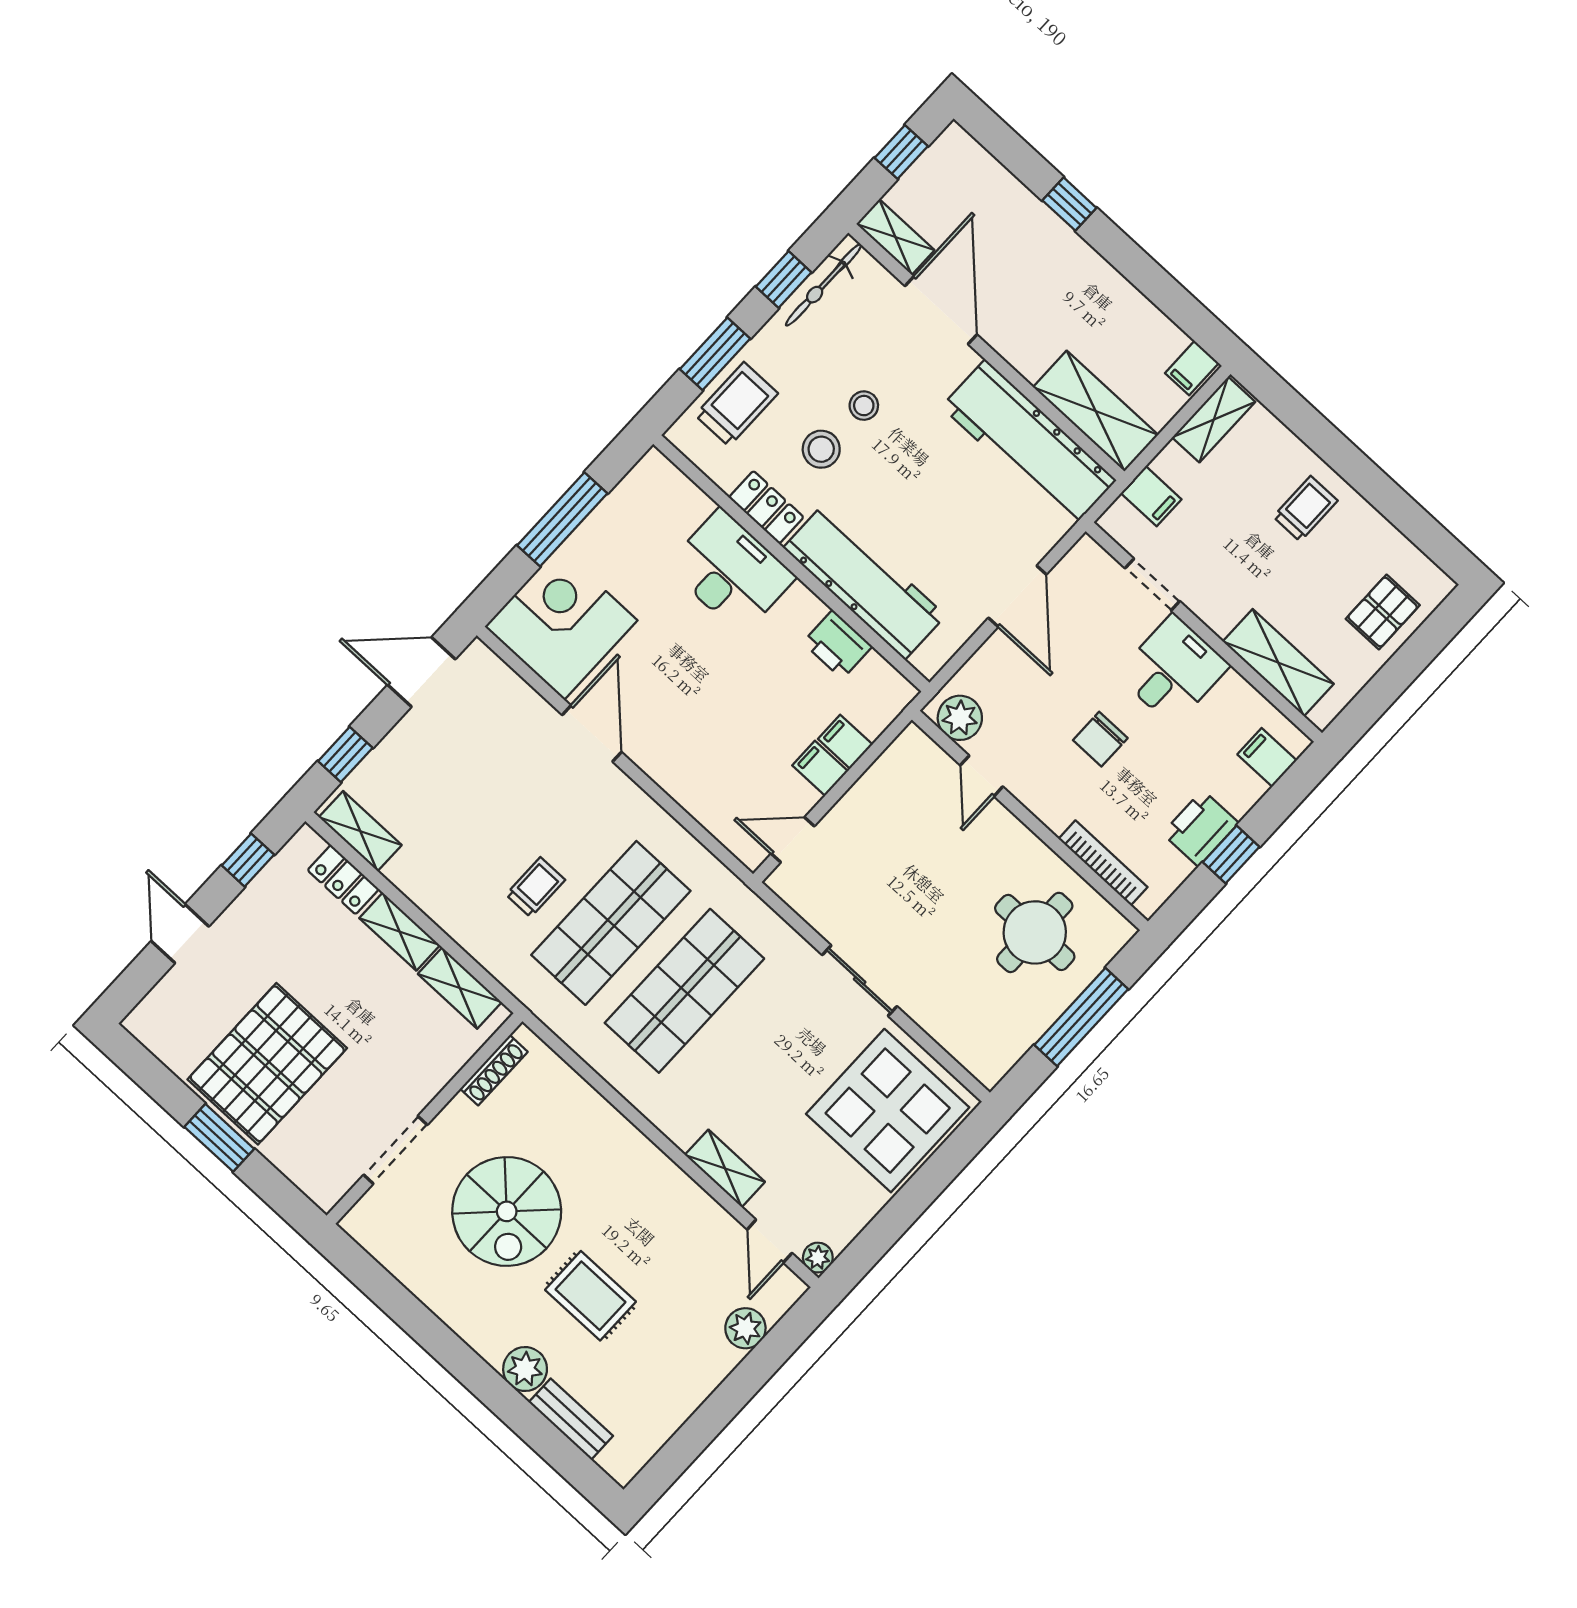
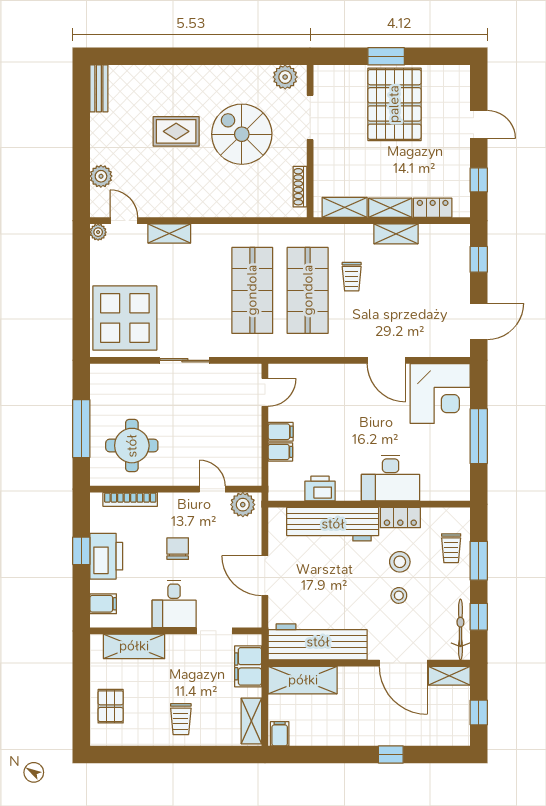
trolley: (736, 404) -> (451, 548), width x0.73, depth x0.72
filing cabinet: (1151, 496) -> (248, 666), width x2.00
printer: (1200, 828) -> (106, 556), width x1.37, depth x1.19
shelving: (360, 831) -> (396, 234), moved
plant: (525, 1369) -> (285, 77), moved
bench: (571, 1419) -> (99, 88), moved, turned 90

